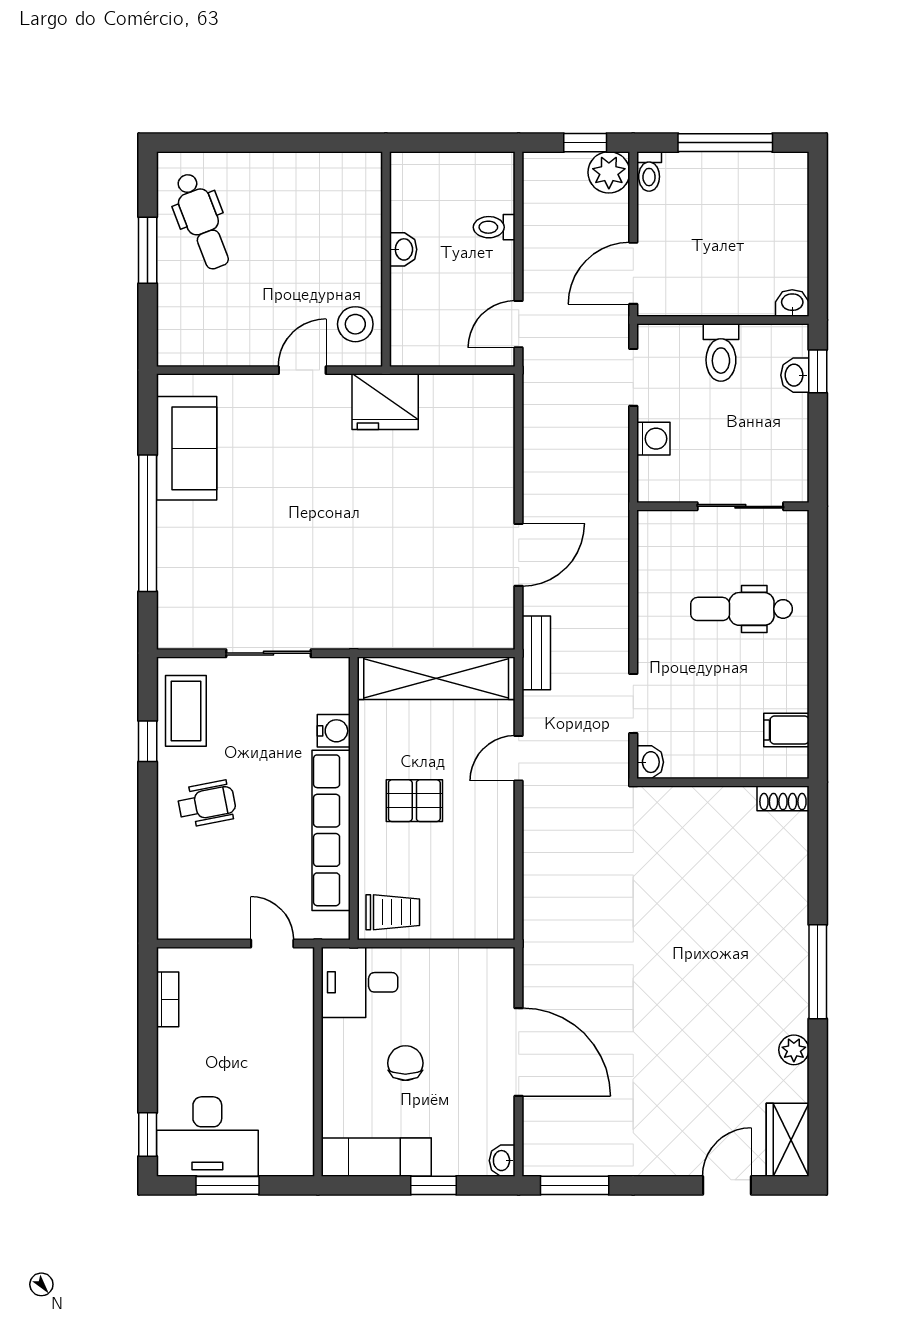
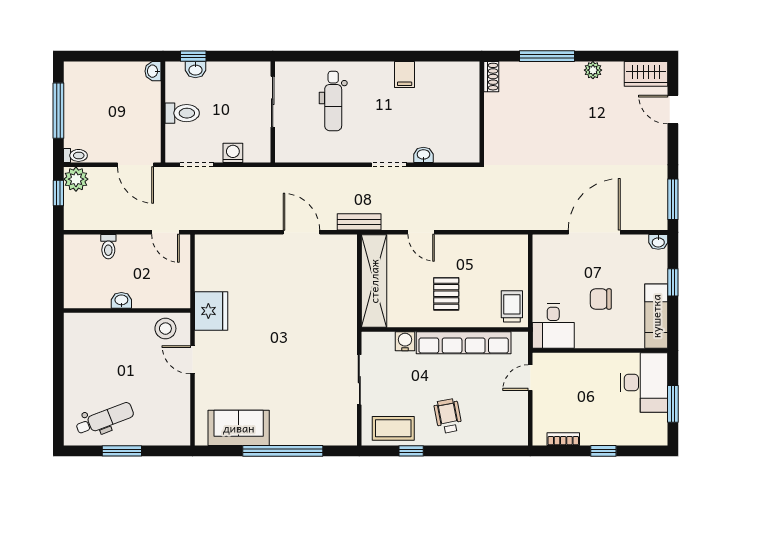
wall: (723, 782) -> (482, 112), moved
shoe rack: (783, 798) -> (491, 77), moved
window: (148, 1135) -> (603, 451), moved
desk: (207, 1137) -> (644, 383), moved

